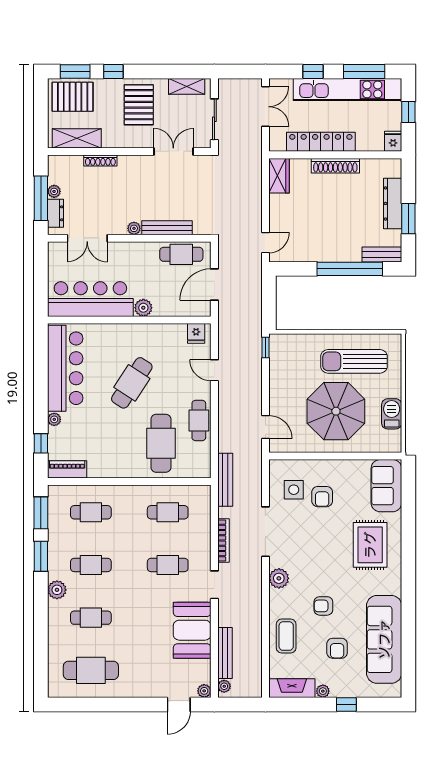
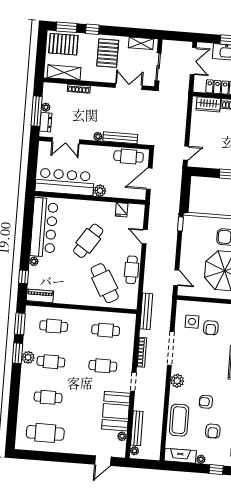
wardrobe: (279, 176) -> (208, 104), moved, turned 90
fridge: (196, 333) -> (122, 210), moved
cafe table: (161, 443) -> (105, 283), turned -30
plant: (57, 590) -> (28, 357), moved
coffee table: (286, 636) -> (179, 420), width x1.36, depth x1.32
plant: (204, 691) -> (122, 436), moved

